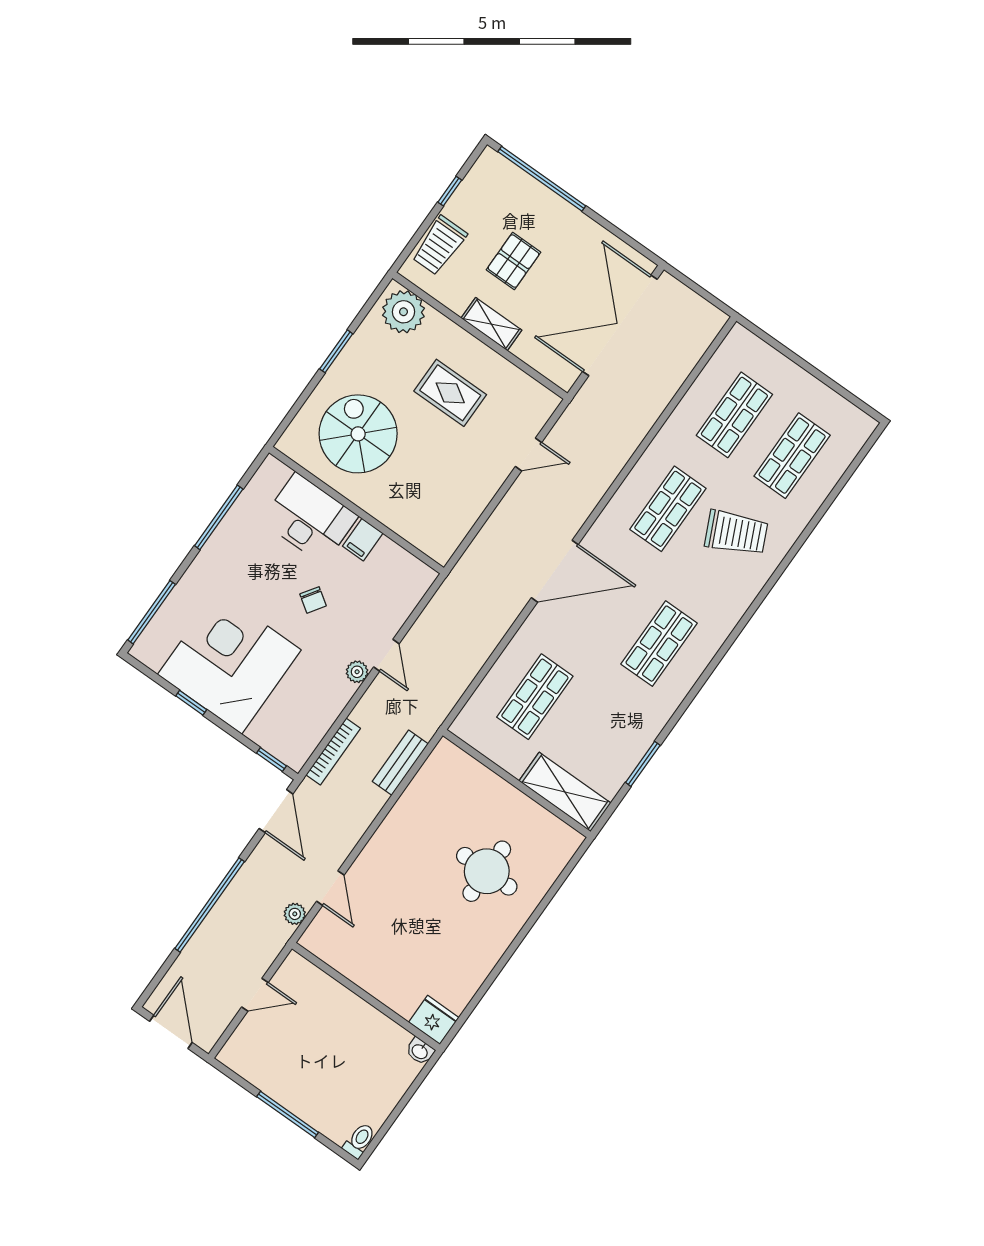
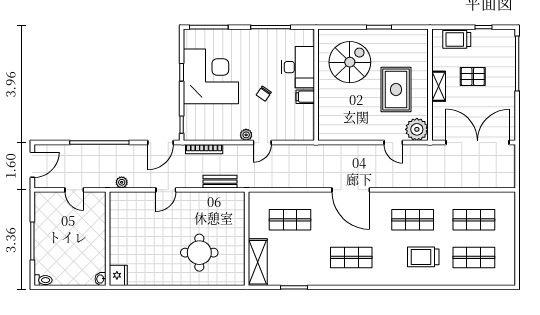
plant: (403, 312) -> (417, 129), moved
rug: (450, 393) -> (396, 89), width x1.36, depth x1.43
trolley: (736, 533) -> (423, 257), turned 115
door: (330, 888) -> (166, 190), moved

